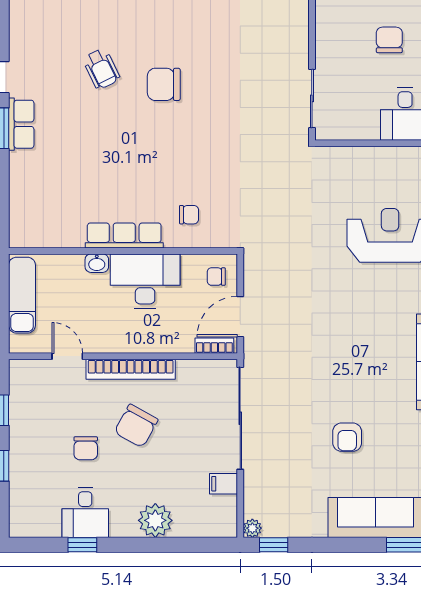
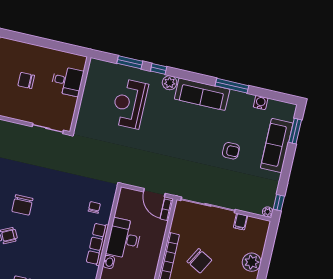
chair: (216, 277) -> (130, 200), removed

